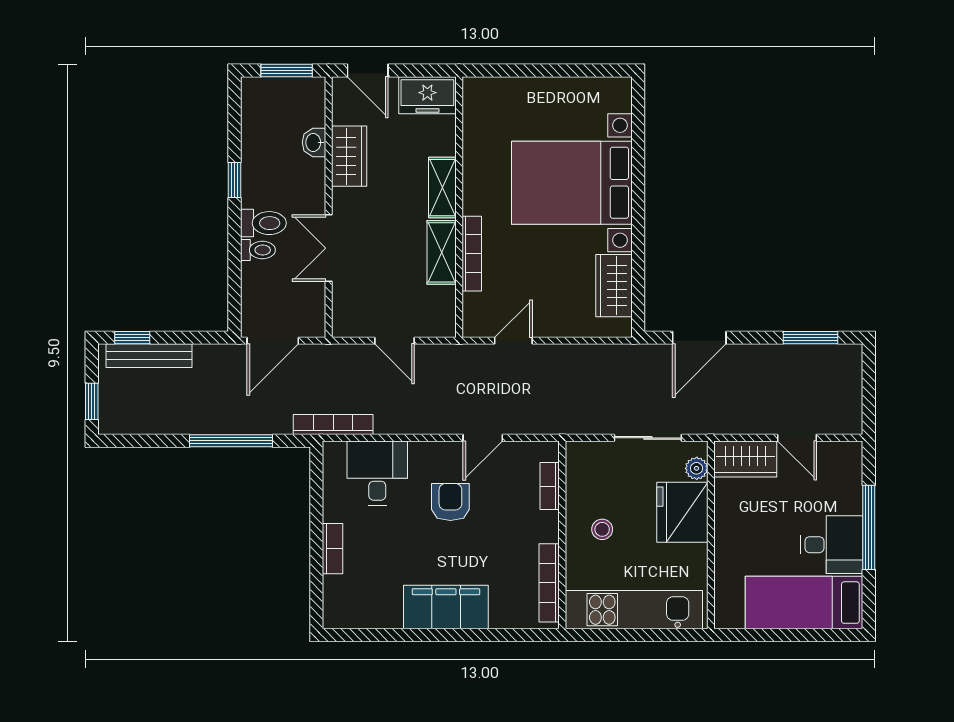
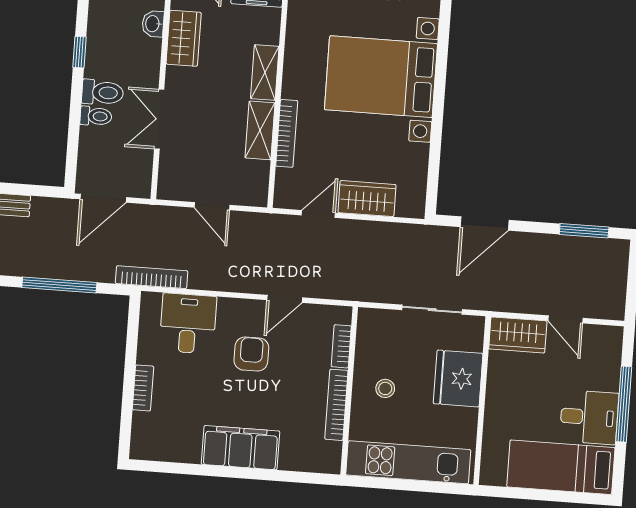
wardrobe: (614, 286) -> (367, 199), moved, turned 90
plant: (697, 468) -> (474, 340), removed
bookcase: (549, 583) -> (336, 405), moved

